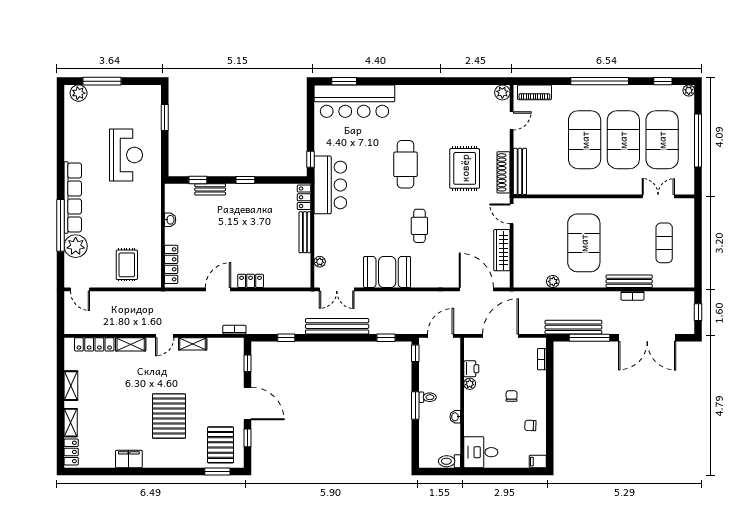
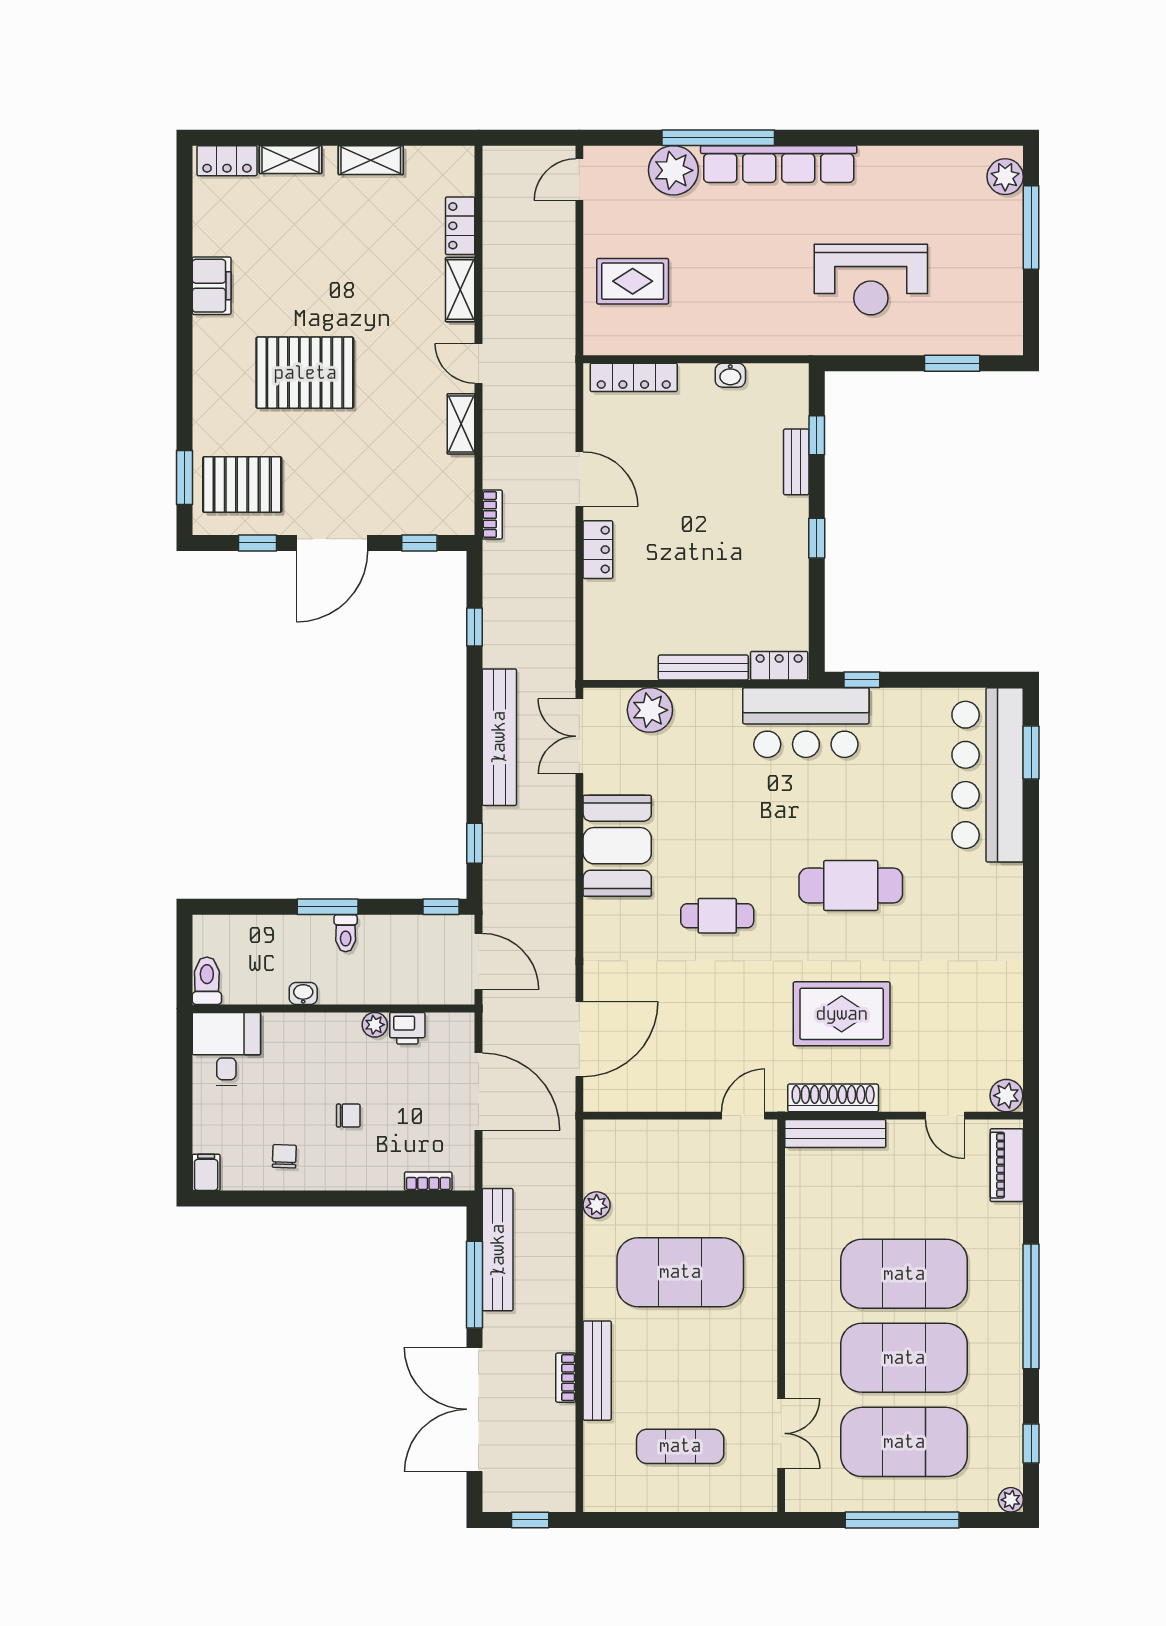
wardrobe: (502, 250) -> (664, 1094), removed
plant: (320, 262) -> (650, 710), width x1.87, depth x1.87
locker: (94, 344) -> (460, 226), width x0.66

